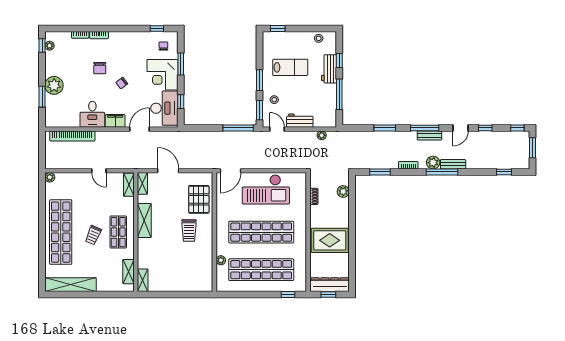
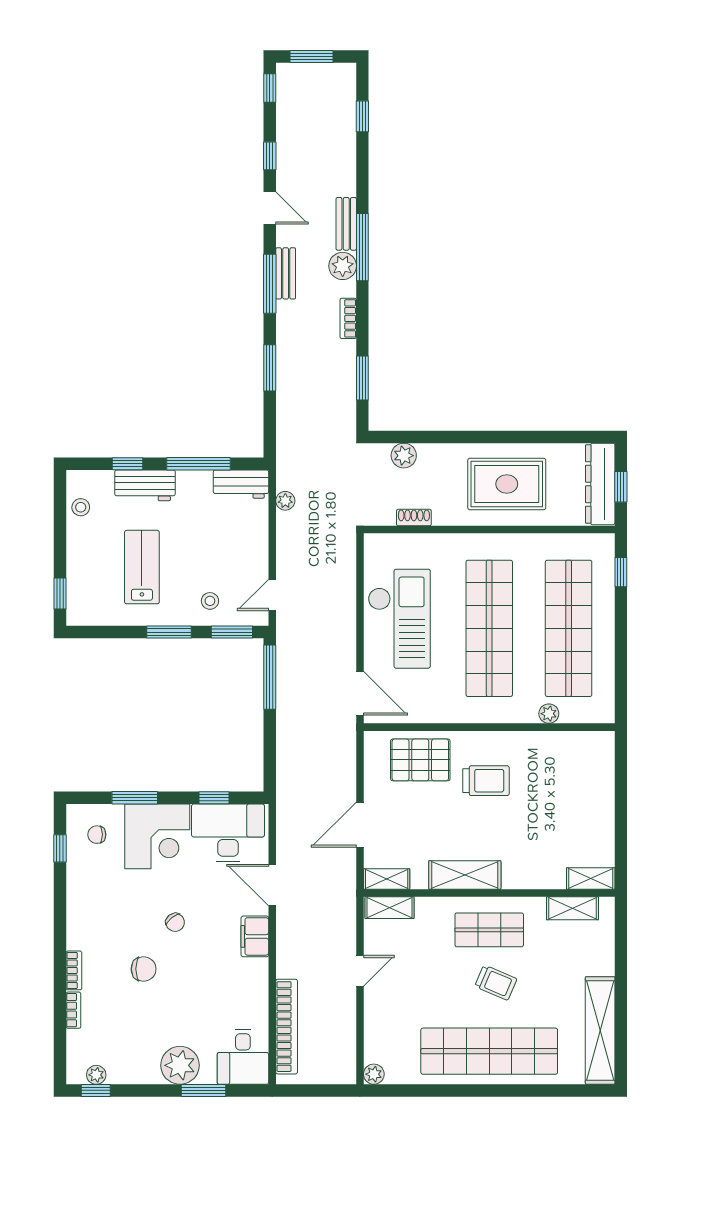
desk: (92, 114) -> (243, 1057), moved, turned 90
workbench: (300, 121) -> (241, 484), moved, turned -90
rug: (330, 240) -> (507, 484), turned 90

